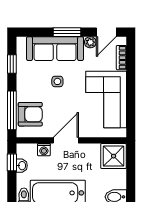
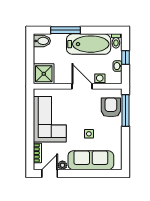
window: (67, 32) -> (81, 174), removed
window: (12, 64) -> (125, 148), removed
armchair: (30, 114) -> (111, 107), turned 90
door: (66, 140) -> (82, 86), swing flipped
window: (12, 162) -> (125, 58), moved

